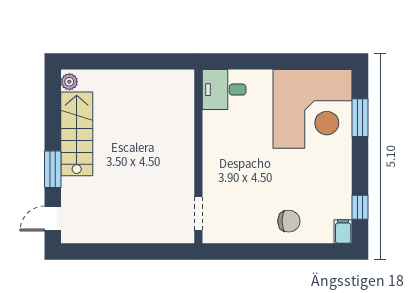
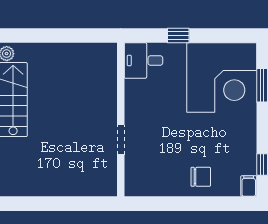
window: (264, 61) -> (178, 36), added
doorway: (198, 214) -> (121, 140), moved

